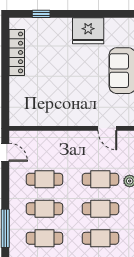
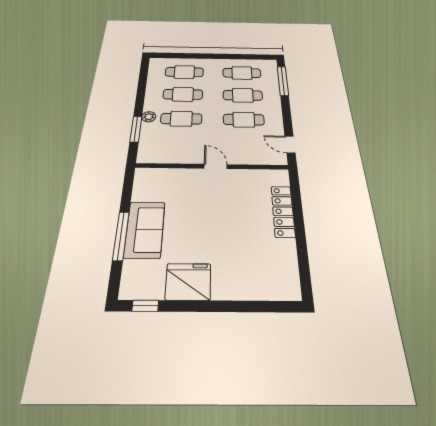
window: (41, 14) -> (145, 306), moved
locker: (17, 52) -> (283, 211), moved
door: (107, 128) -> (216, 166), moved

